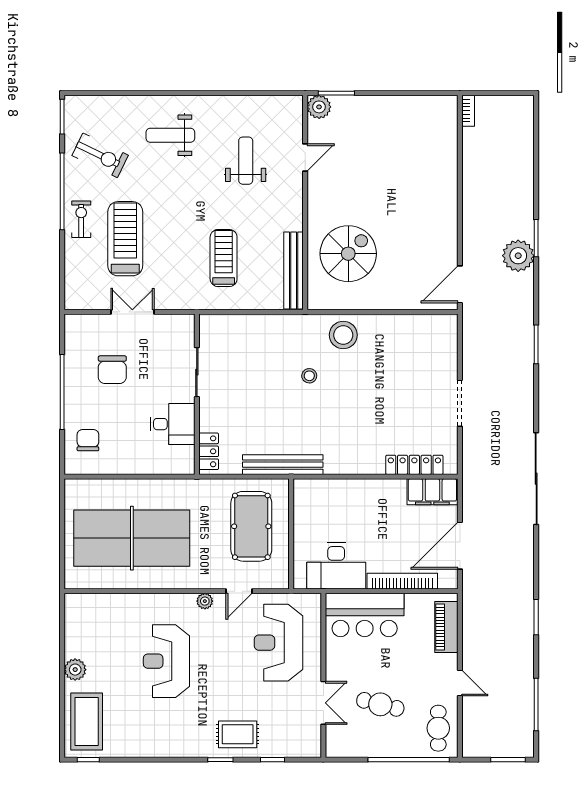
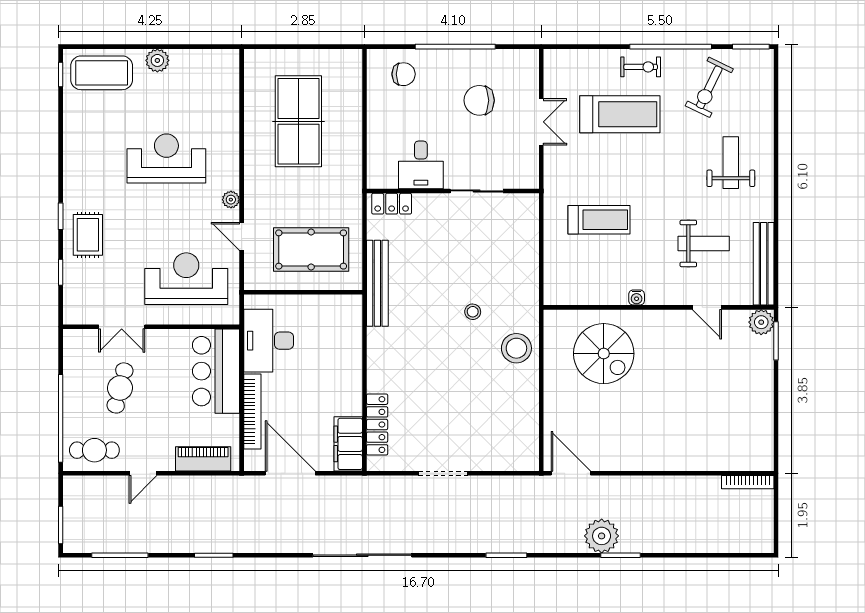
bookcase: (468, 111) -> (748, 482), width x1.56
water cooler: (296, 223) -> (637, 297), added
bench: (294, 270) -> (764, 264), moved, turned 90
table tennis table: (132, 538) -> (298, 121), width x0.73, depth x0.76

